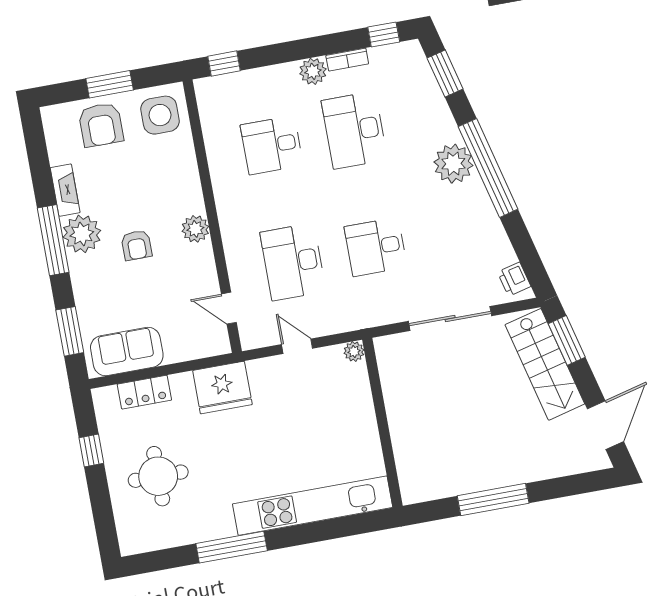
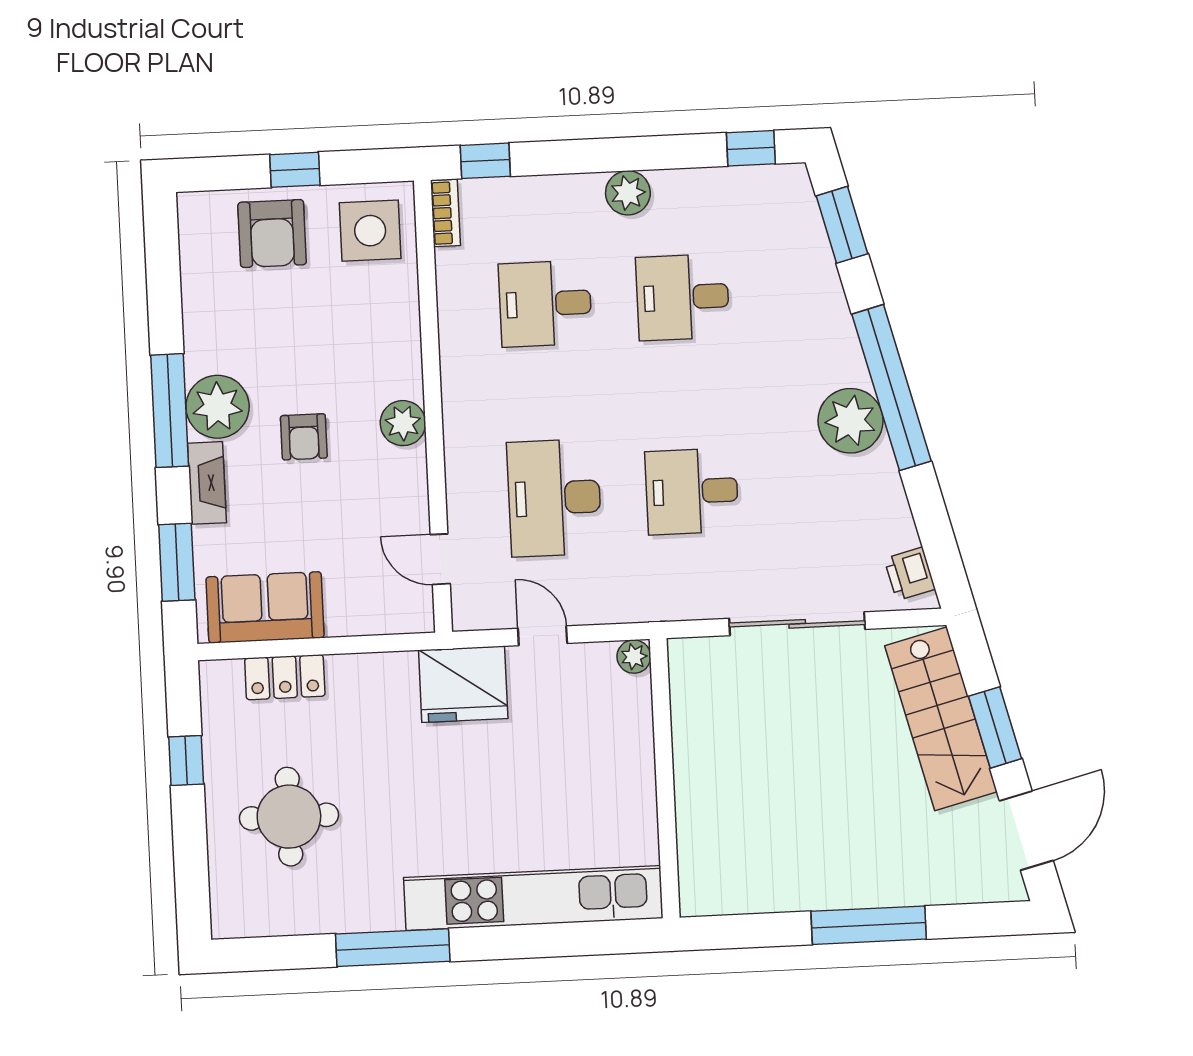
bookcase: (347, 60) -> (445, 213), moved, turned -90
window: (110, 84) -> (295, 170), width x0.67
desk: (354, 130) -> (683, 297), width x0.73
plant: (453, 164) -> (851, 421), moved
fireplace: (65, 190) -> (207, 483), moved
window: (567, 340) -> (995, 727), moved
fridge: (222, 388) -> (463, 684), moved
window: (493, 500) -> (869, 925), moved

